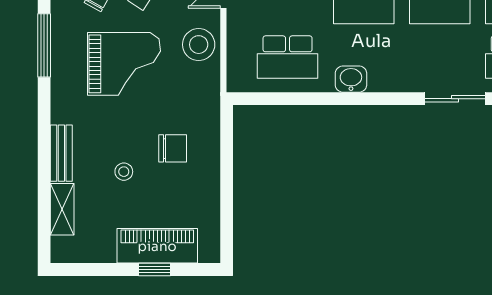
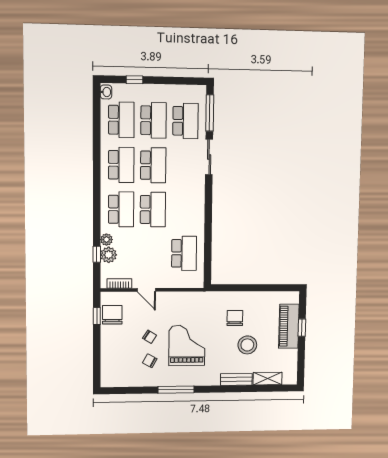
stool: (199, 45) -> (176, 304), removed
washbasin: (351, 79) -> (197, 217), removed
stool: (124, 172) -> (247, 345), width x1.89, depth x1.89

